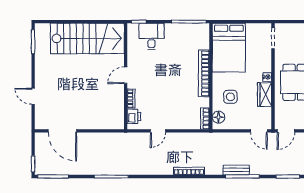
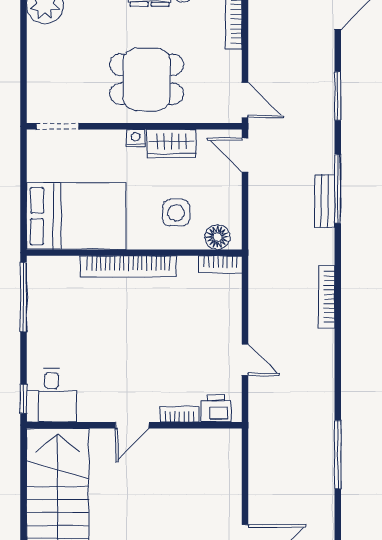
desk: (151, 36) -> (52, 395), moved, turned -90
door: (126, 75) -> (132, 425), hinge flipped
door: (259, 131) -> (245, 155), swing flipped

